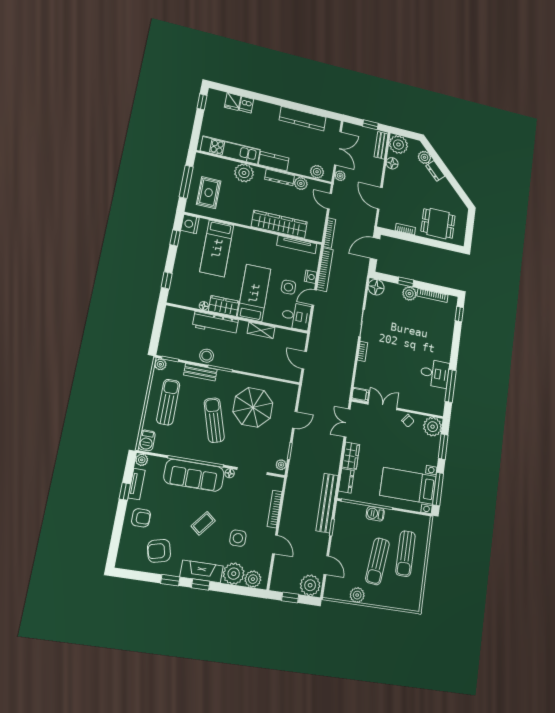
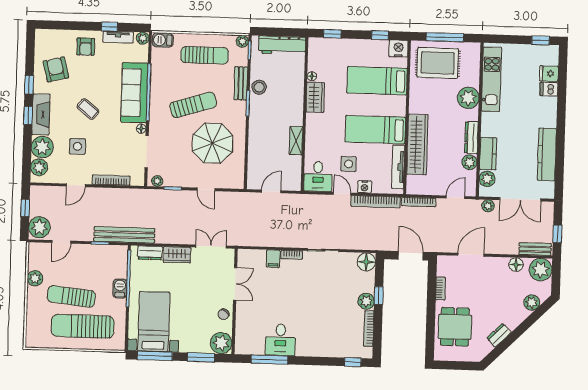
kitchen counter: (274, 161) -> (488, 154), moved
dresser: (435, 171) -> (499, 335), moved
rug: (209, 193) -> (438, 63), width x1.36, depth x1.43
bed: (254, 293) -> (375, 130), moved, turned 180
workbench: (215, 323) -> (282, 45), moved, turned -90
filing cabinet: (360, 395) -> (273, 259), moved
sun lounger: (405, 554) -> (83, 326), width x1.36, depth x1.34

